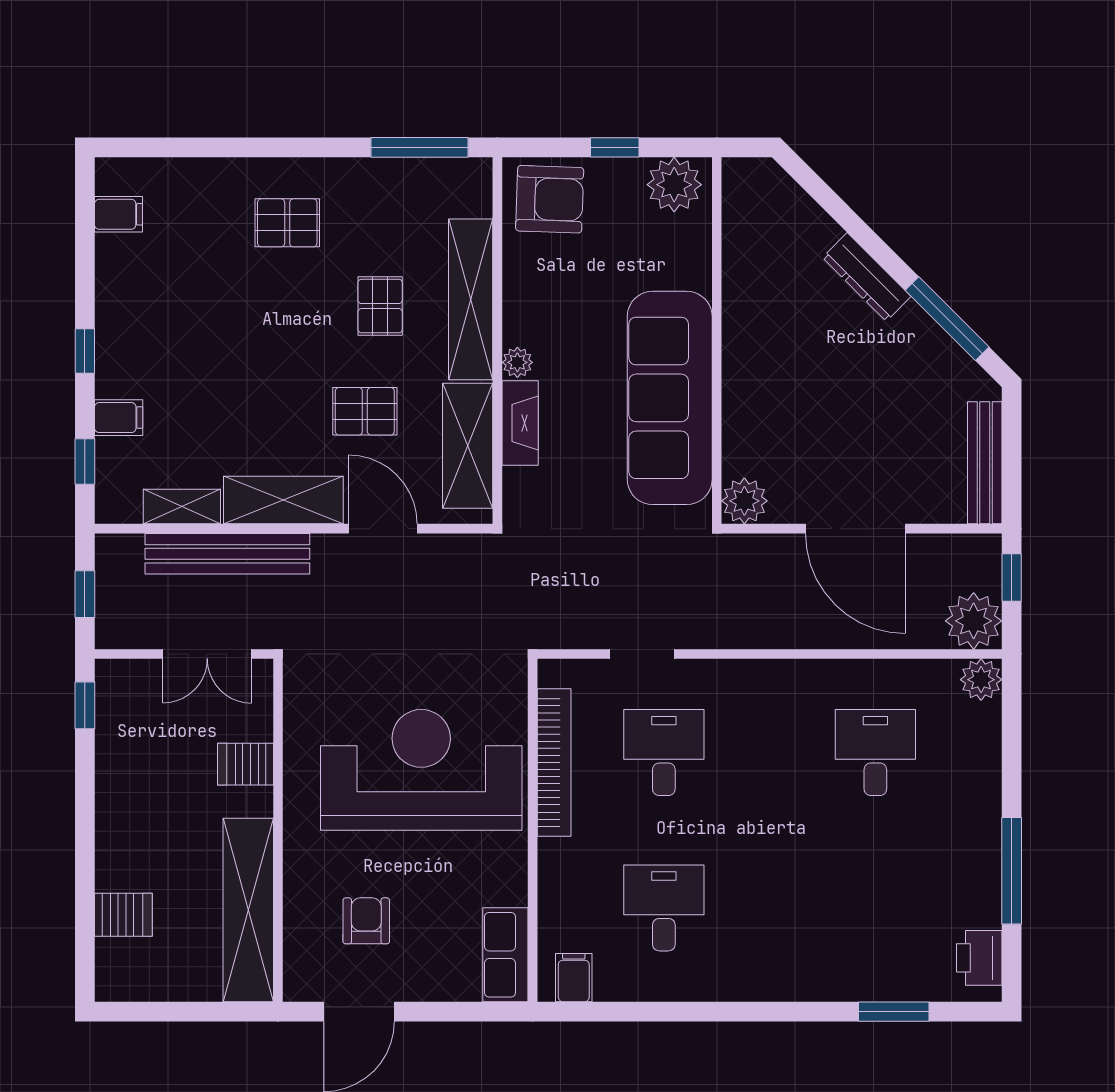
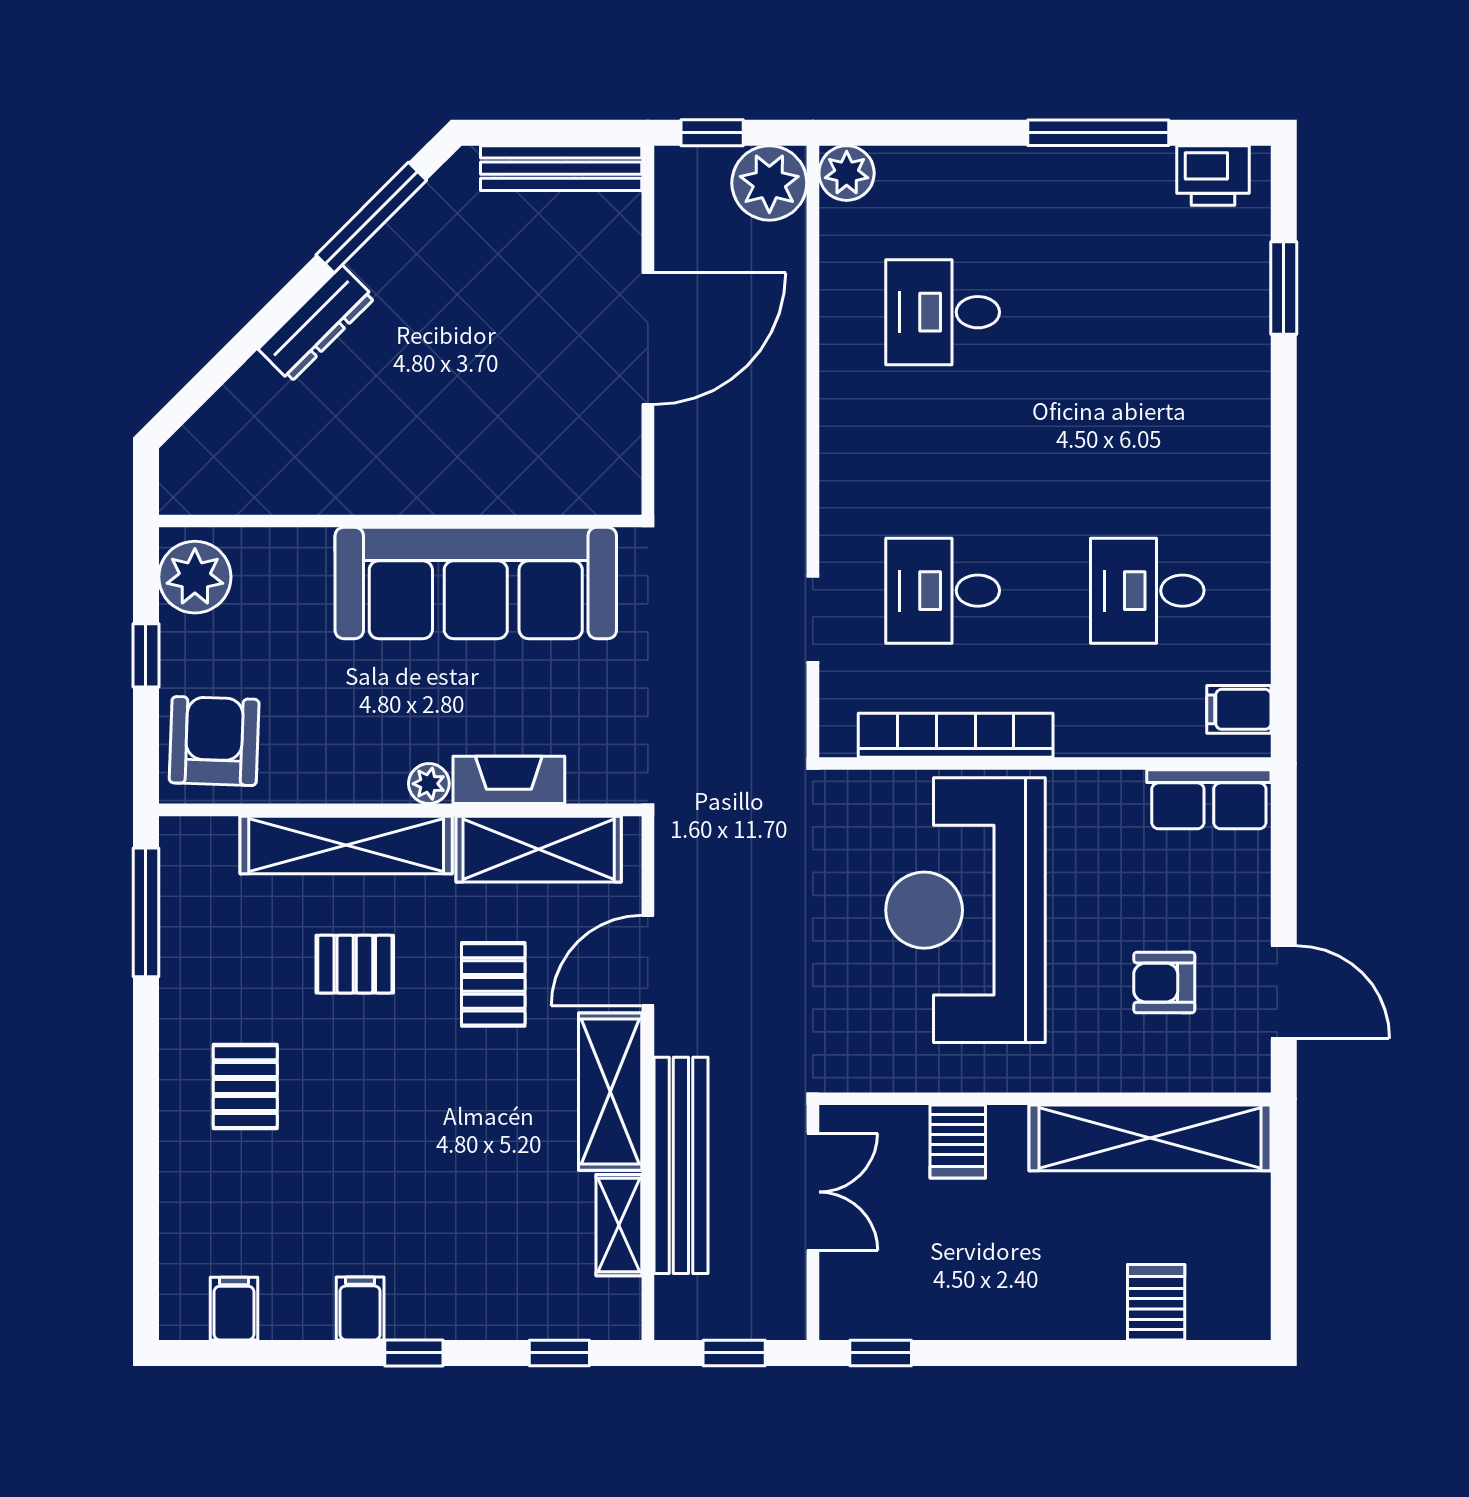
filing cabinet: (119, 418) -> (360, 1308), moved
plant: (744, 501) -> (611, 485), removed

